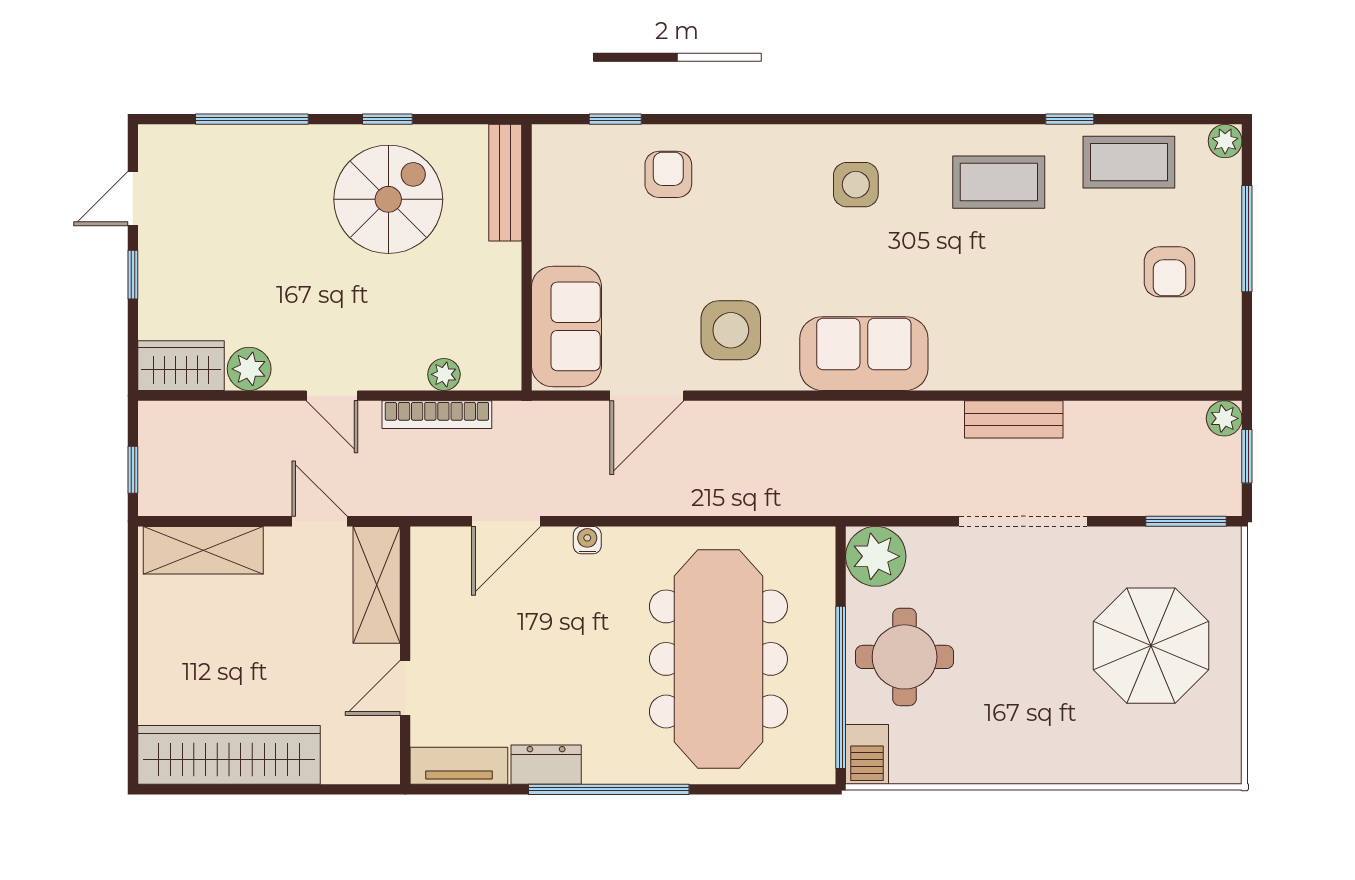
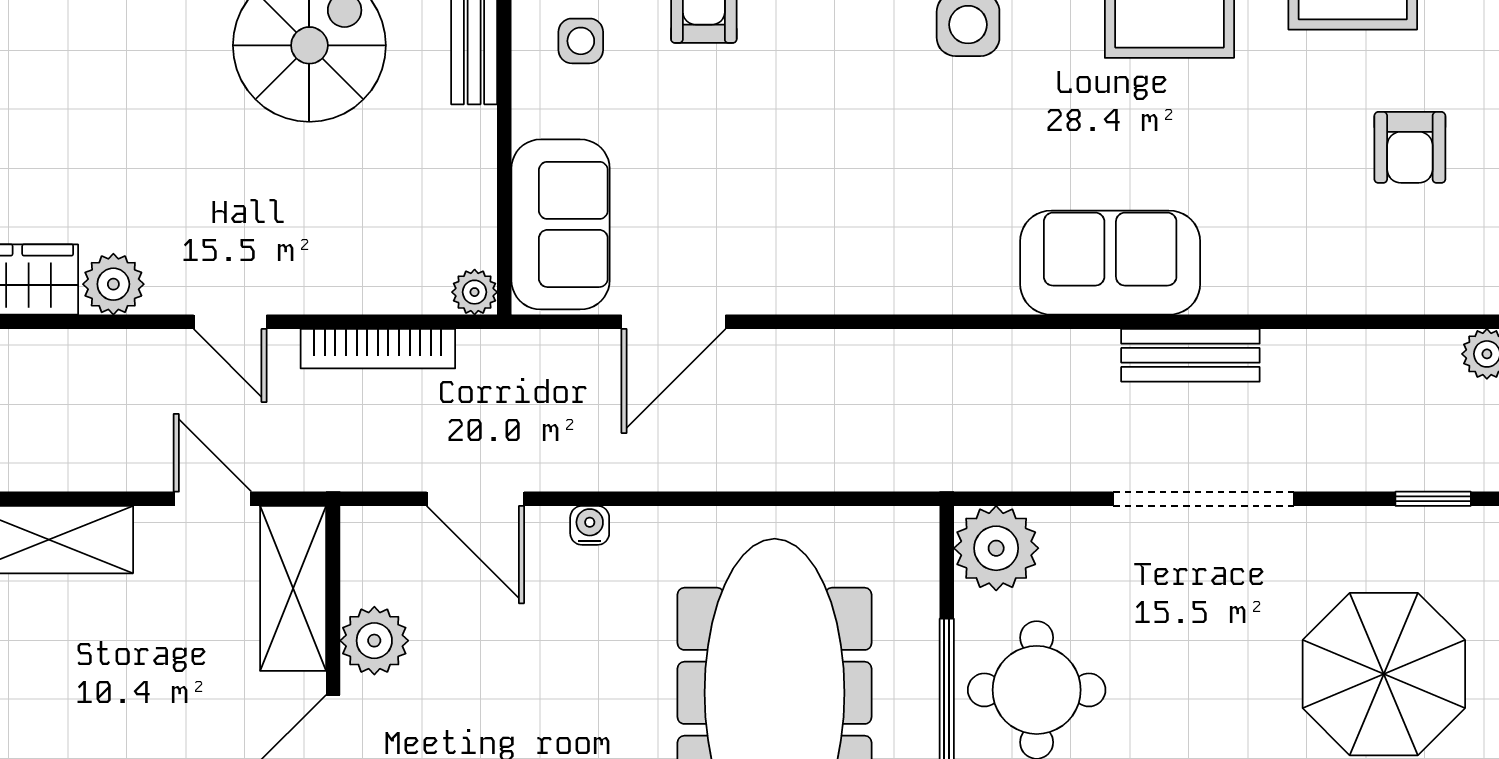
side table: (731, 330) -> (581, 41), moved, width x0.54, depth x0.54
sofa: (864, 354) -> (1110, 263), moved
plant: (444, 374) -> (475, 292), moved
door: (506, 521) -> (475, 499), hinge flipped
window: (1186, 521) -> (1433, 499), width x0.67
plant: (434, 622) -> (374, 641), added

